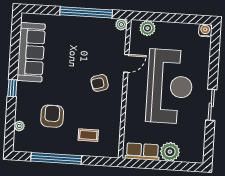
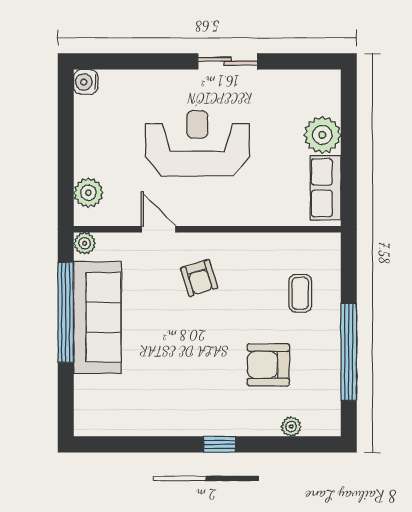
sofa: (31, 52) -> (97, 317), moved, turned 90
reception desk: (170, 86) -> (197, 143), width x0.74, depth x0.77

